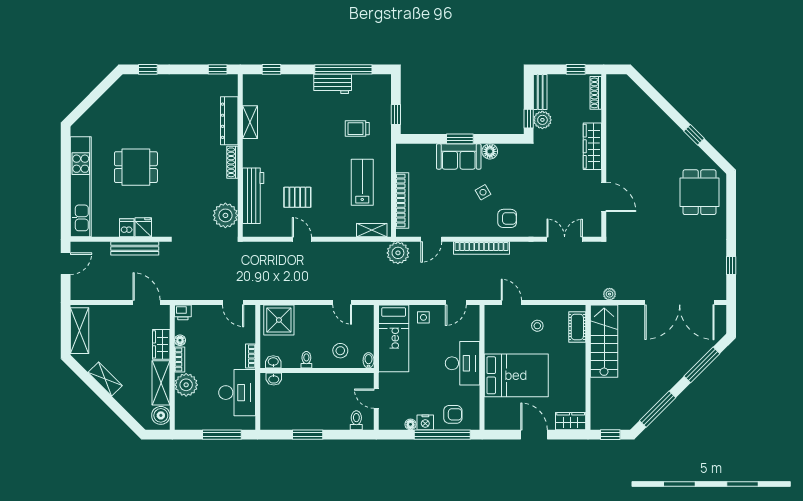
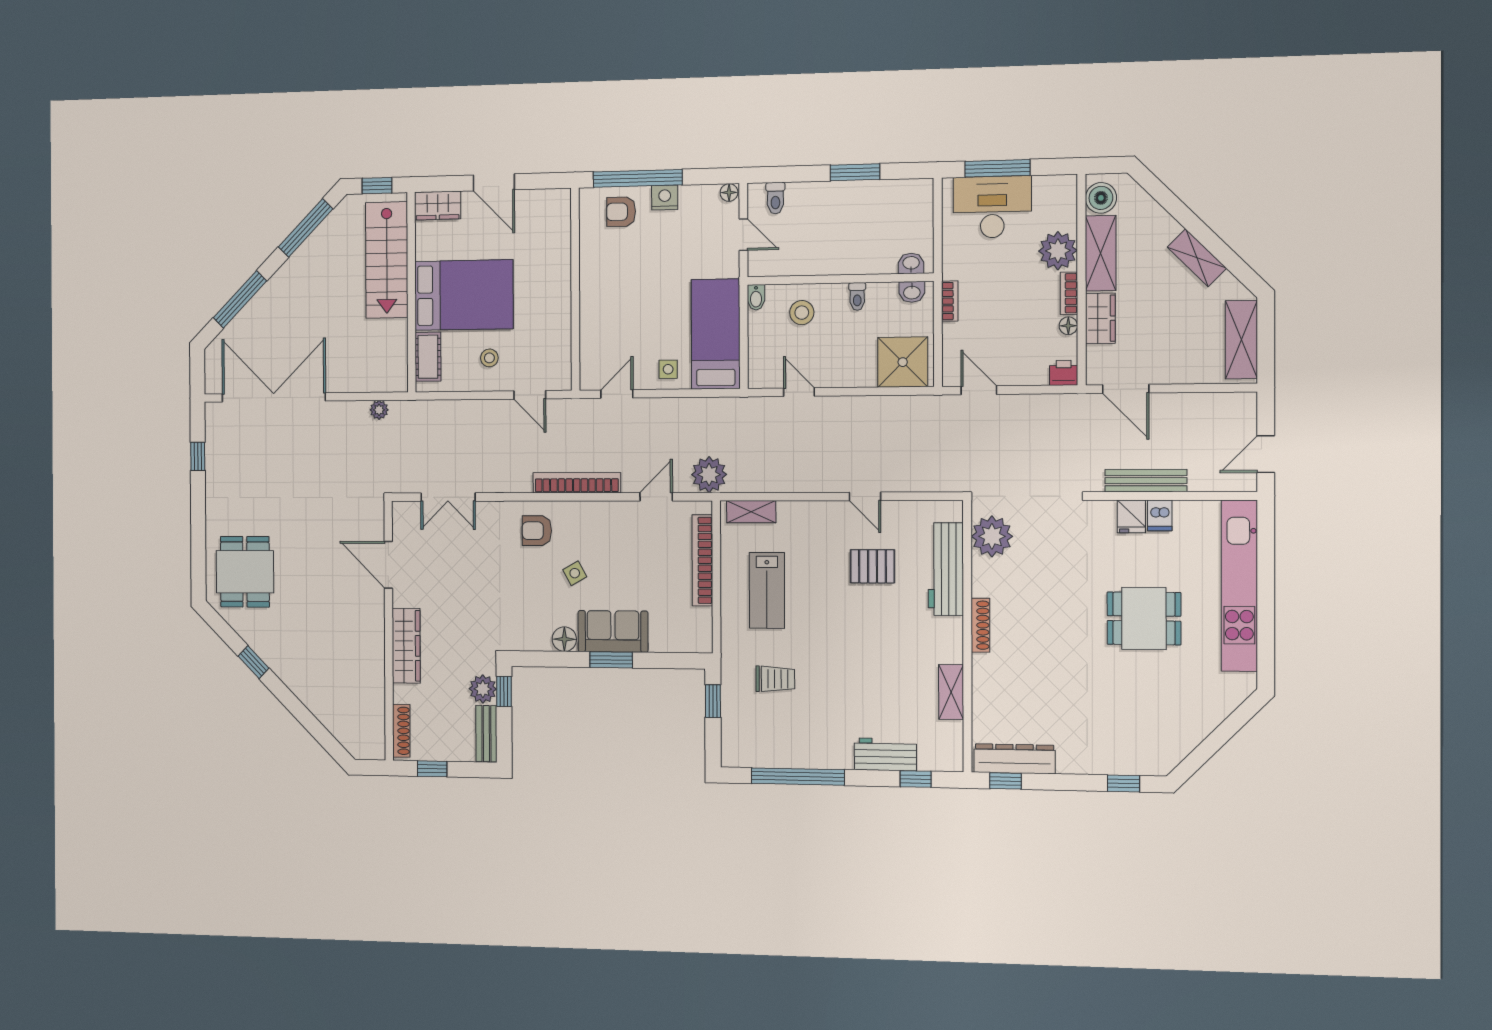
workbench: (333, 84) -> (885, 754), moved
dresser: (229, 121) -> (1015, 759), moved, turned -90
stairs: (604, 341) -> (387, 260), moved
desk: (463, 363) -> (606, 295), removed
bed: (516, 375) -> (464, 295), moved, turned 180
desk: (237, 393) -> (992, 207), moved, turned 90
floor lamp: (410, 424) -> (729, 193), moved

